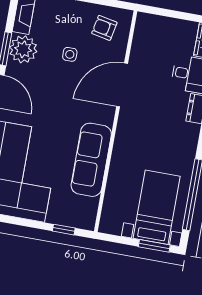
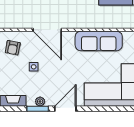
plant: (23, 49) -> (40, 101), width x0.53, depth x0.53

